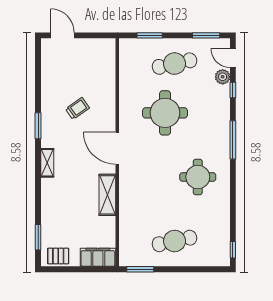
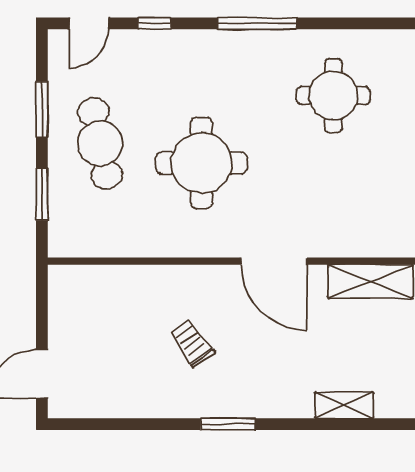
window: (206, 35) -> (42, 109), moved
plant: (223, 77) -> (127, 45), removed
door: (117, 148) -> (274, 261), hinge flipped
shelving: (47, 163) -> (344, 405), moved

